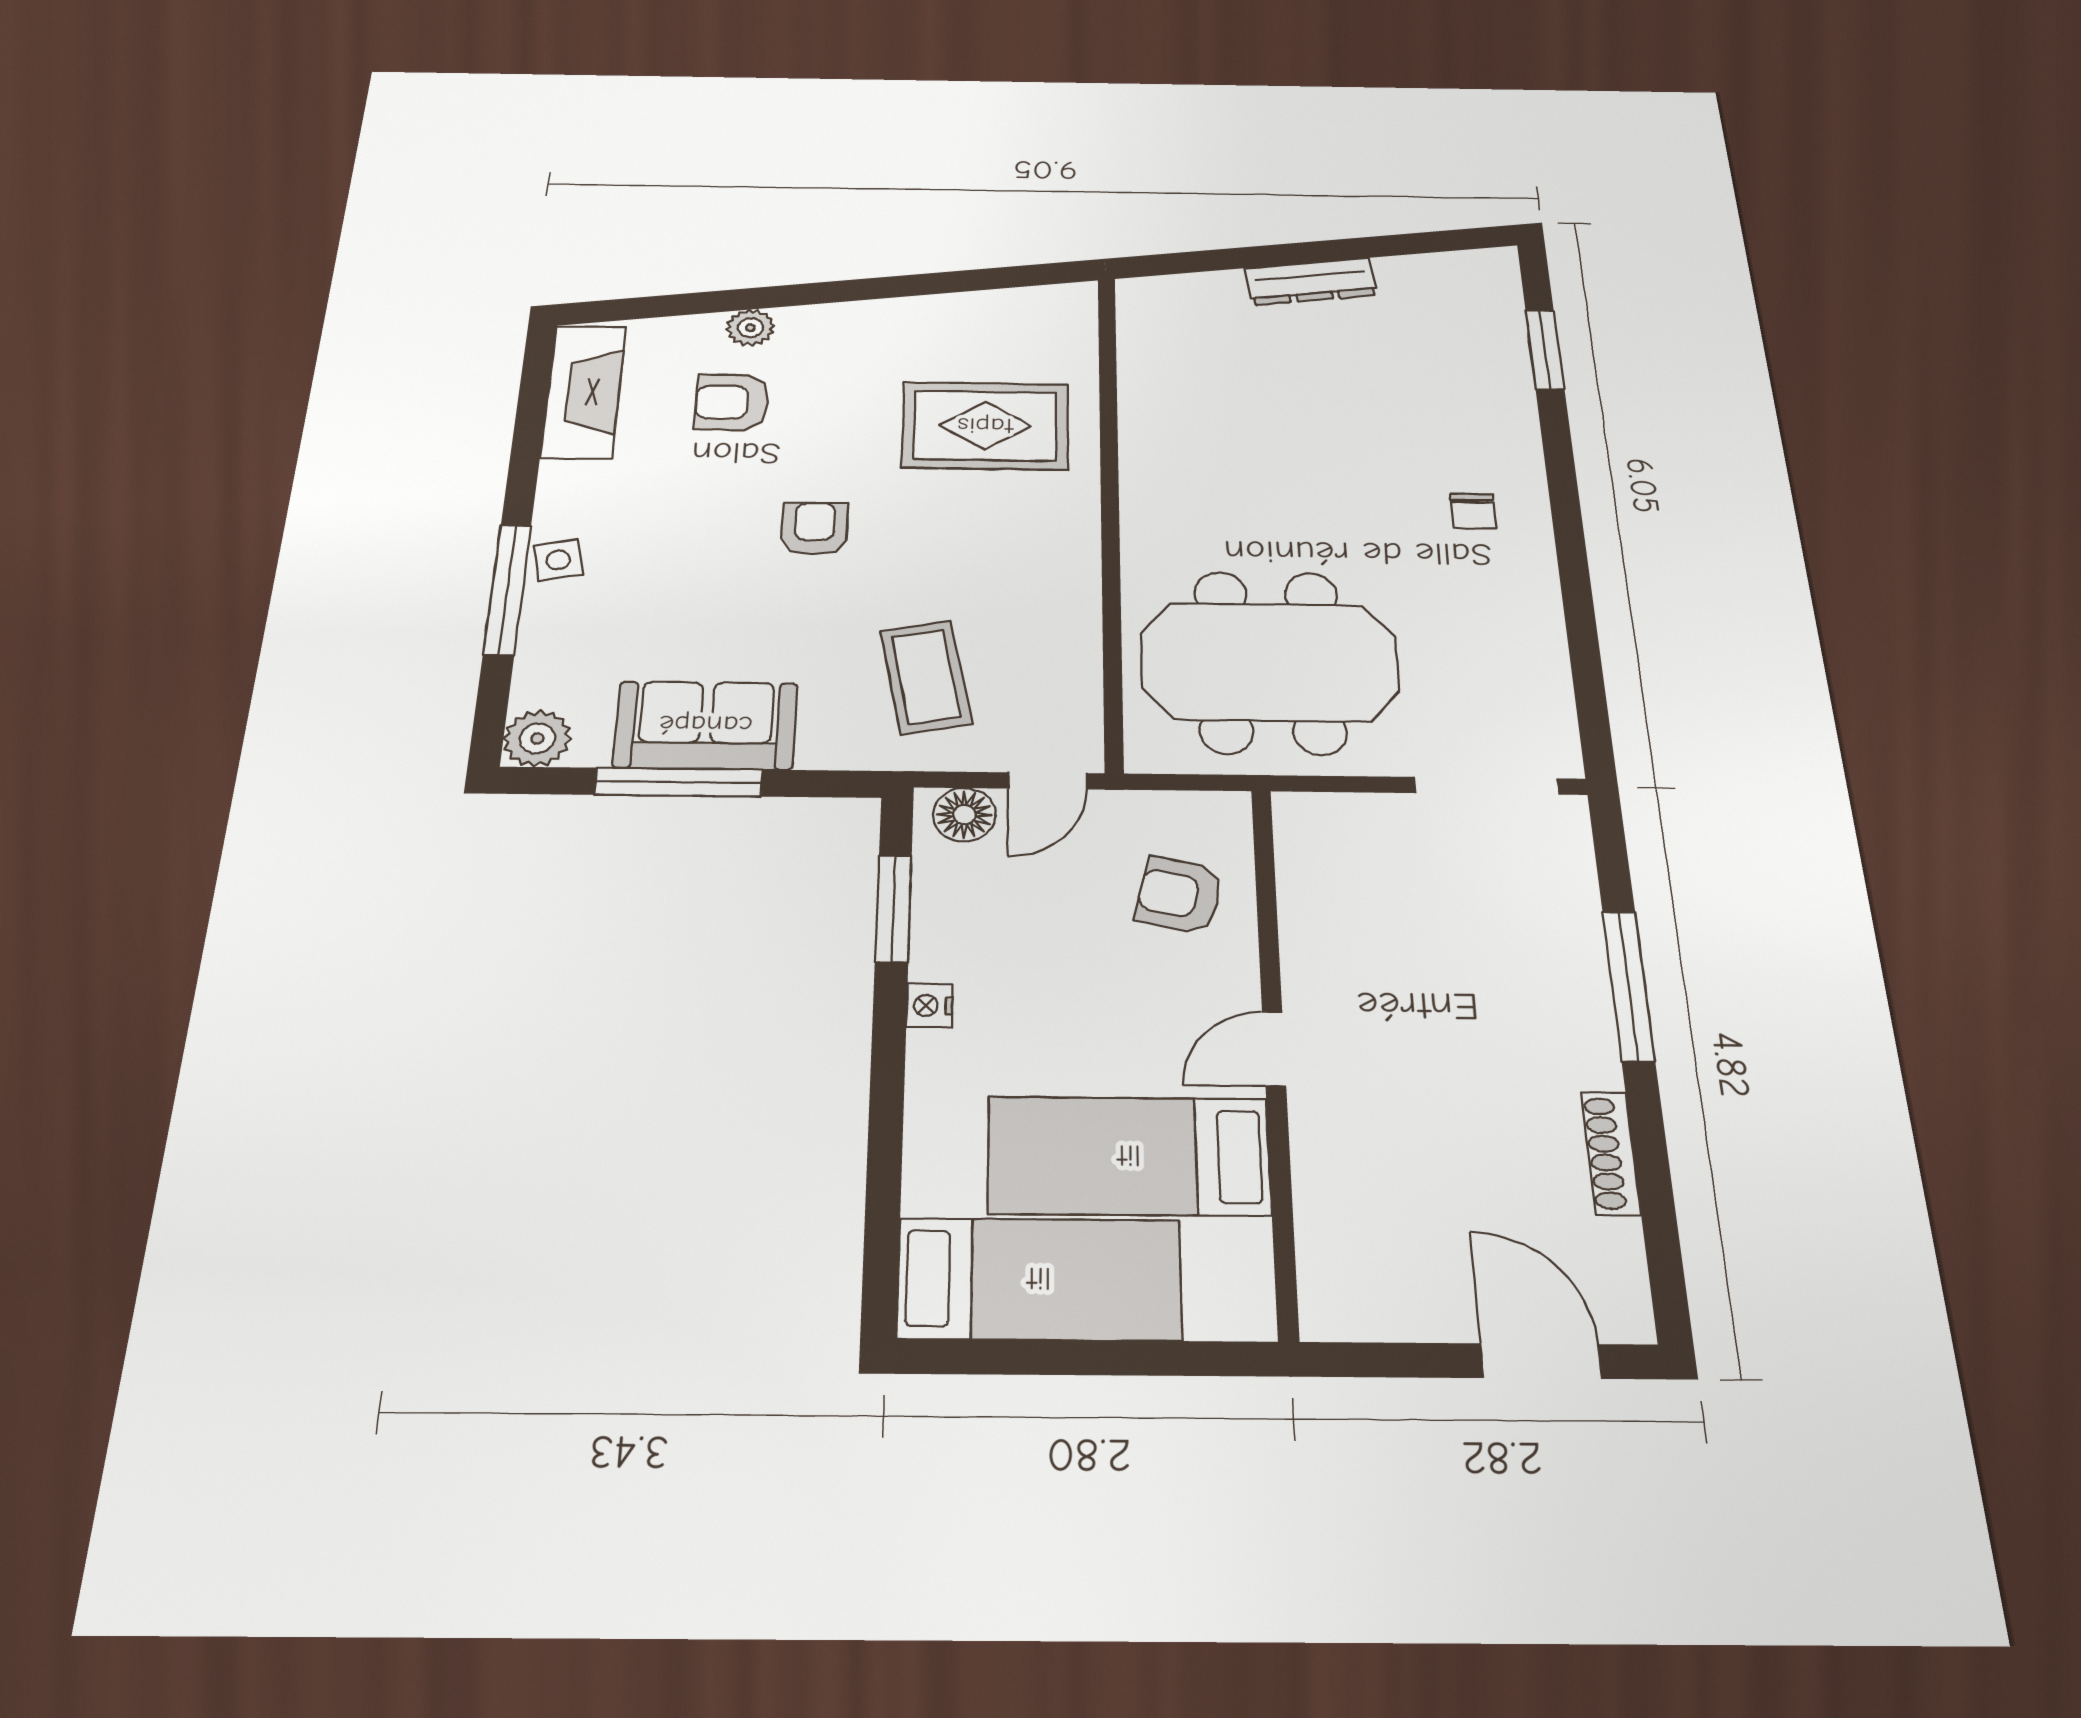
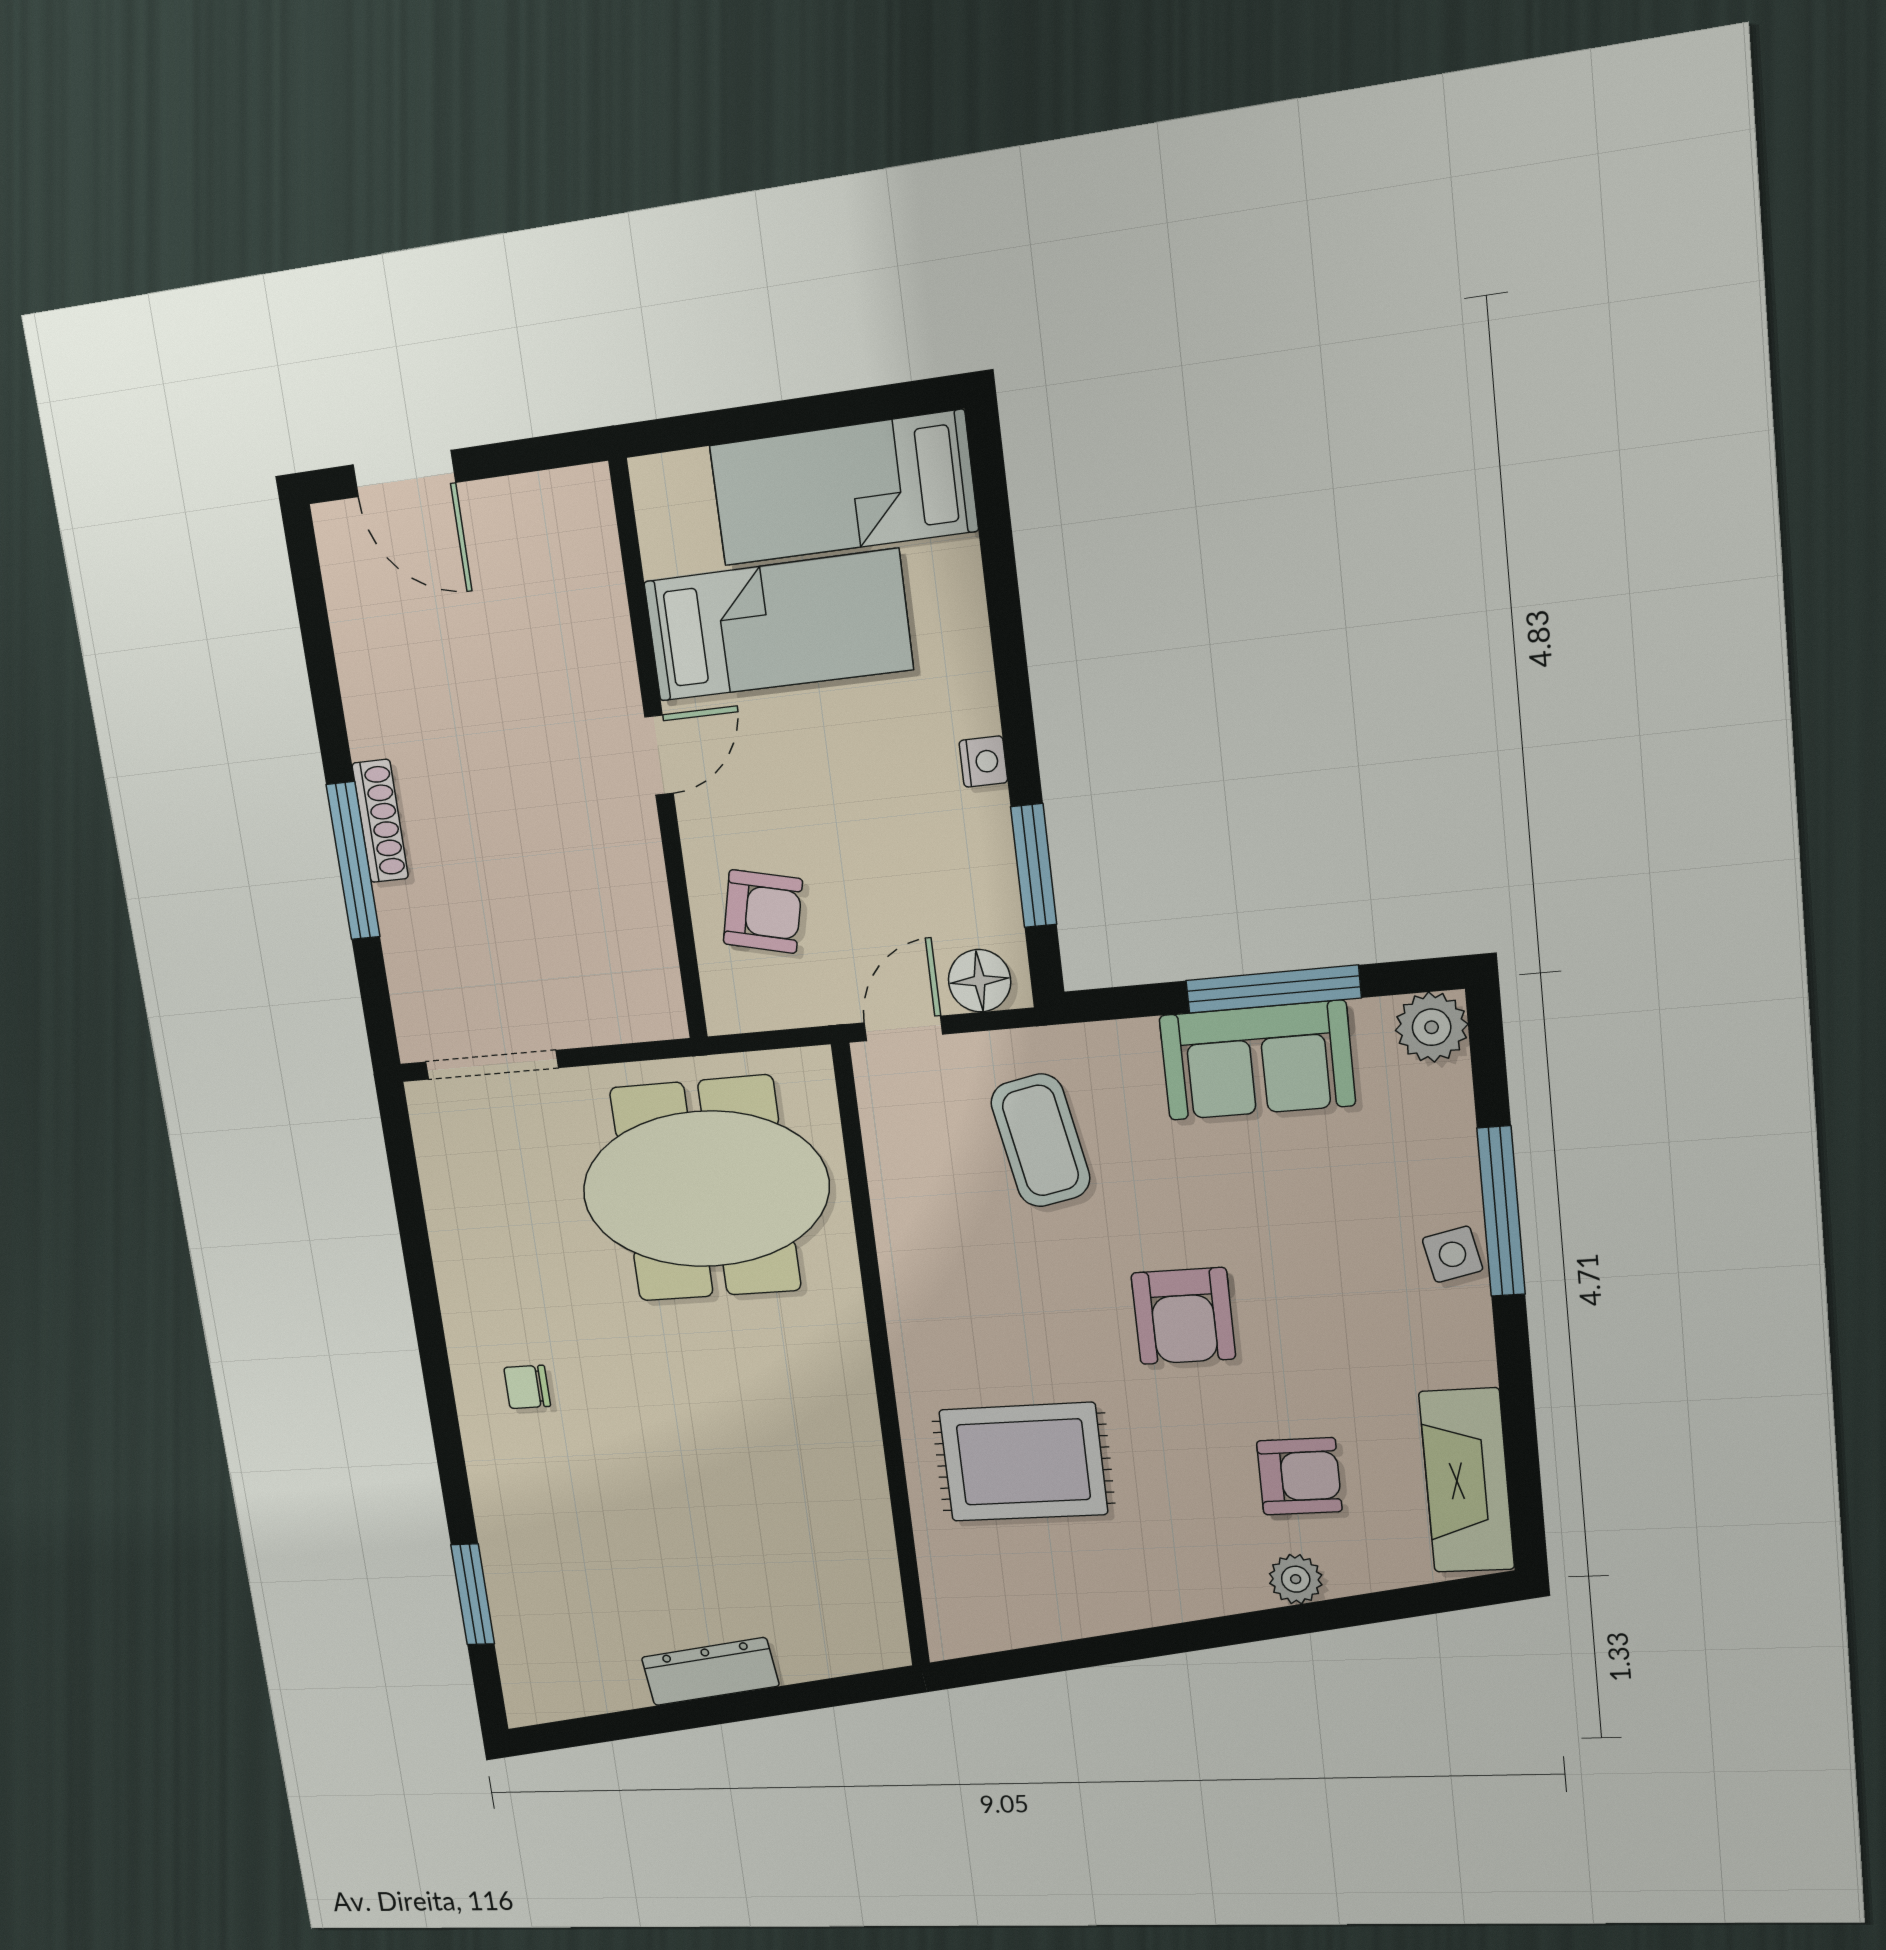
chair: (1473, 511) -> (527, 1387), turned -90
armchair: (814, 529) -> (1183, 1316), width x1.38, depth x1.38
shoe rack: (1611, 1153) -> (380, 821), moved

